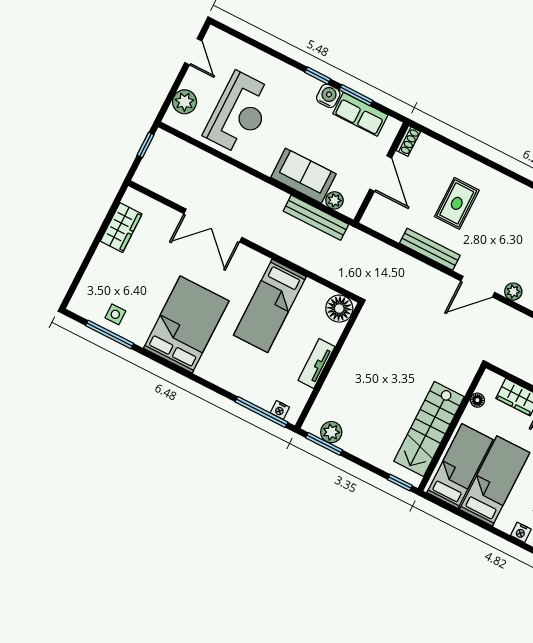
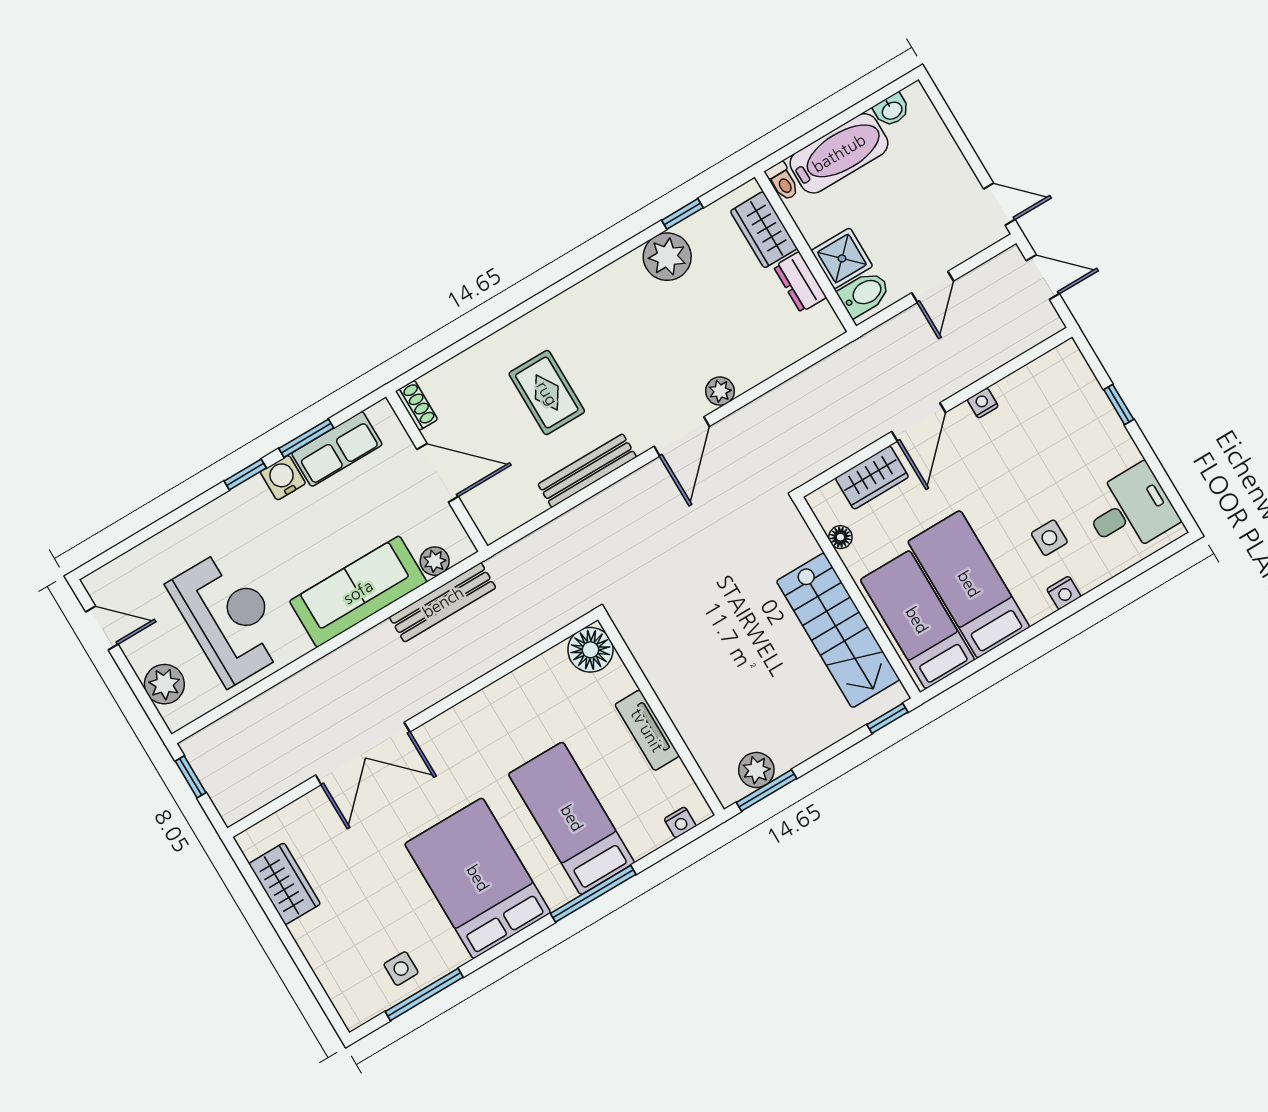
sofa: (303, 176) -> (358, 592), width x1.36
bed: (270, 306) -> (572, 818), moved, turned 180
window: (261, 412) -> (593, 894), moved

